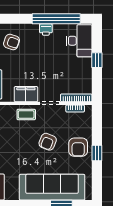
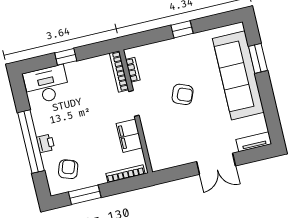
window: (56, 19) -> (31, 142), moved
printer: (46, 30) -> (46, 143), moved
coffee table: (26, 114) -> (155, 129), removed
armchair: (78, 147) -> (180, 54), removed

